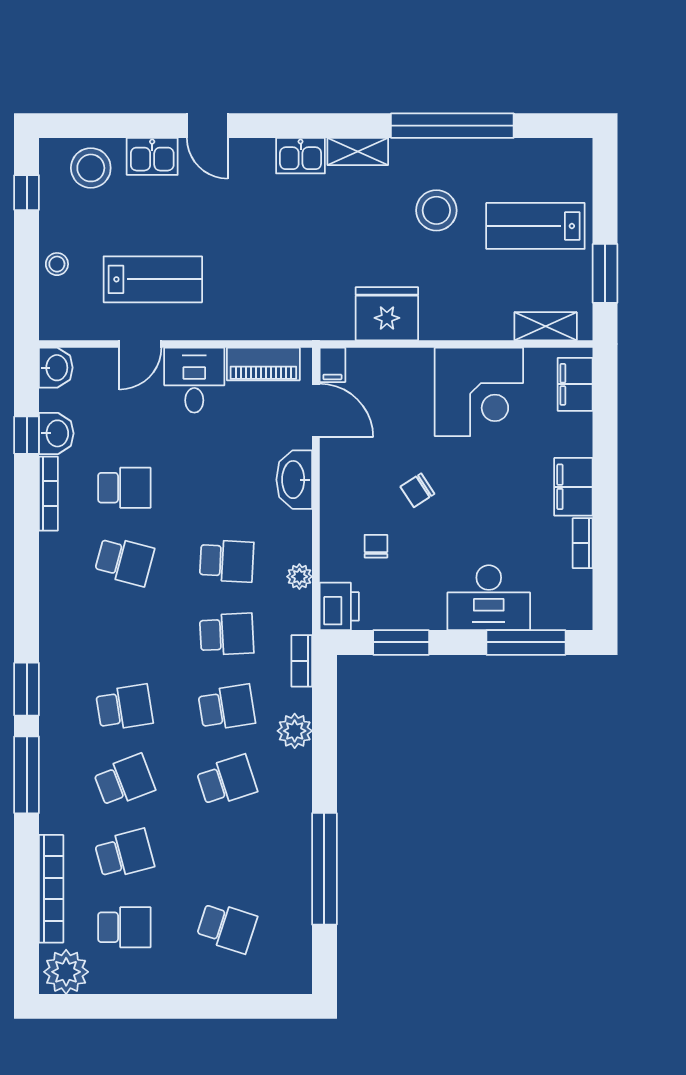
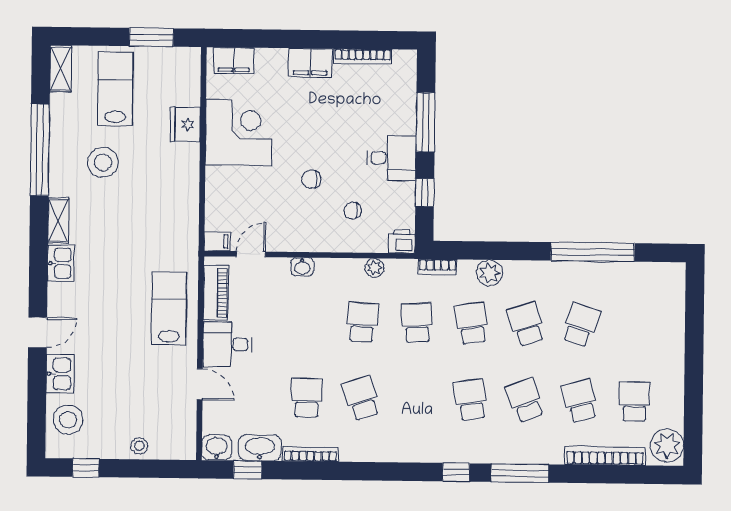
lab bench: (535, 226) -> (115, 89), turned 180
lab bench: (153, 279) -> (169, 308), moved
fridge: (387, 314) -> (185, 124), moved, width x0.73, depth x0.75
shelving: (546, 326) -> (60, 69), moved
door: (316, 410) -> (251, 254), width x0.73
washbasin: (56, 433) -> (260, 448), width x1.38
window: (27, 435) -> (248, 470), moved
washbasin: (294, 480) -> (302, 267), width x0.52, depth x0.69
chair: (417, 490) -> (311, 179), turned 123
bookcase: (583, 543) -> (363, 56), width x1.56
school desk: (124, 561) -> (361, 398), turned -33
desk: (489, 598) -> (392, 158), moved, width x0.73
printer: (339, 606) -> (402, 241), width x0.73, depth x0.81
window: (401, 642) -> (425, 193), width x0.67
window: (526, 642) -> (426, 122), moved
window: (27, 689) -> (456, 472), width x0.67
school desk: (227, 927) -> (581, 325), moved

